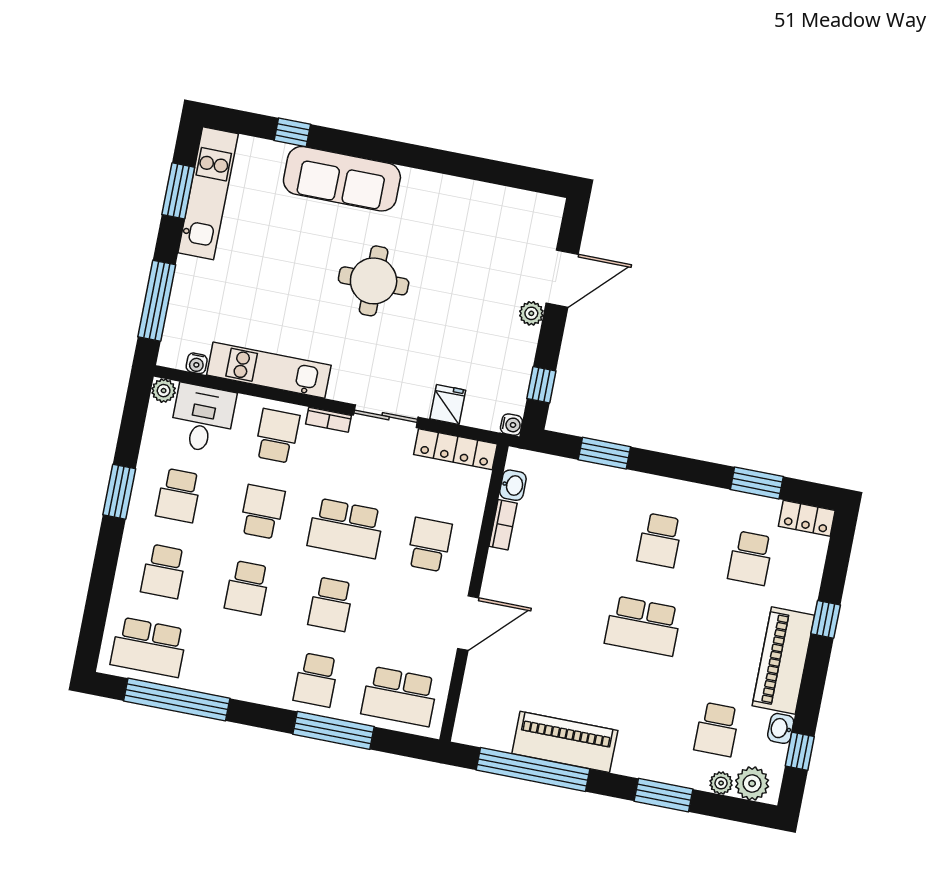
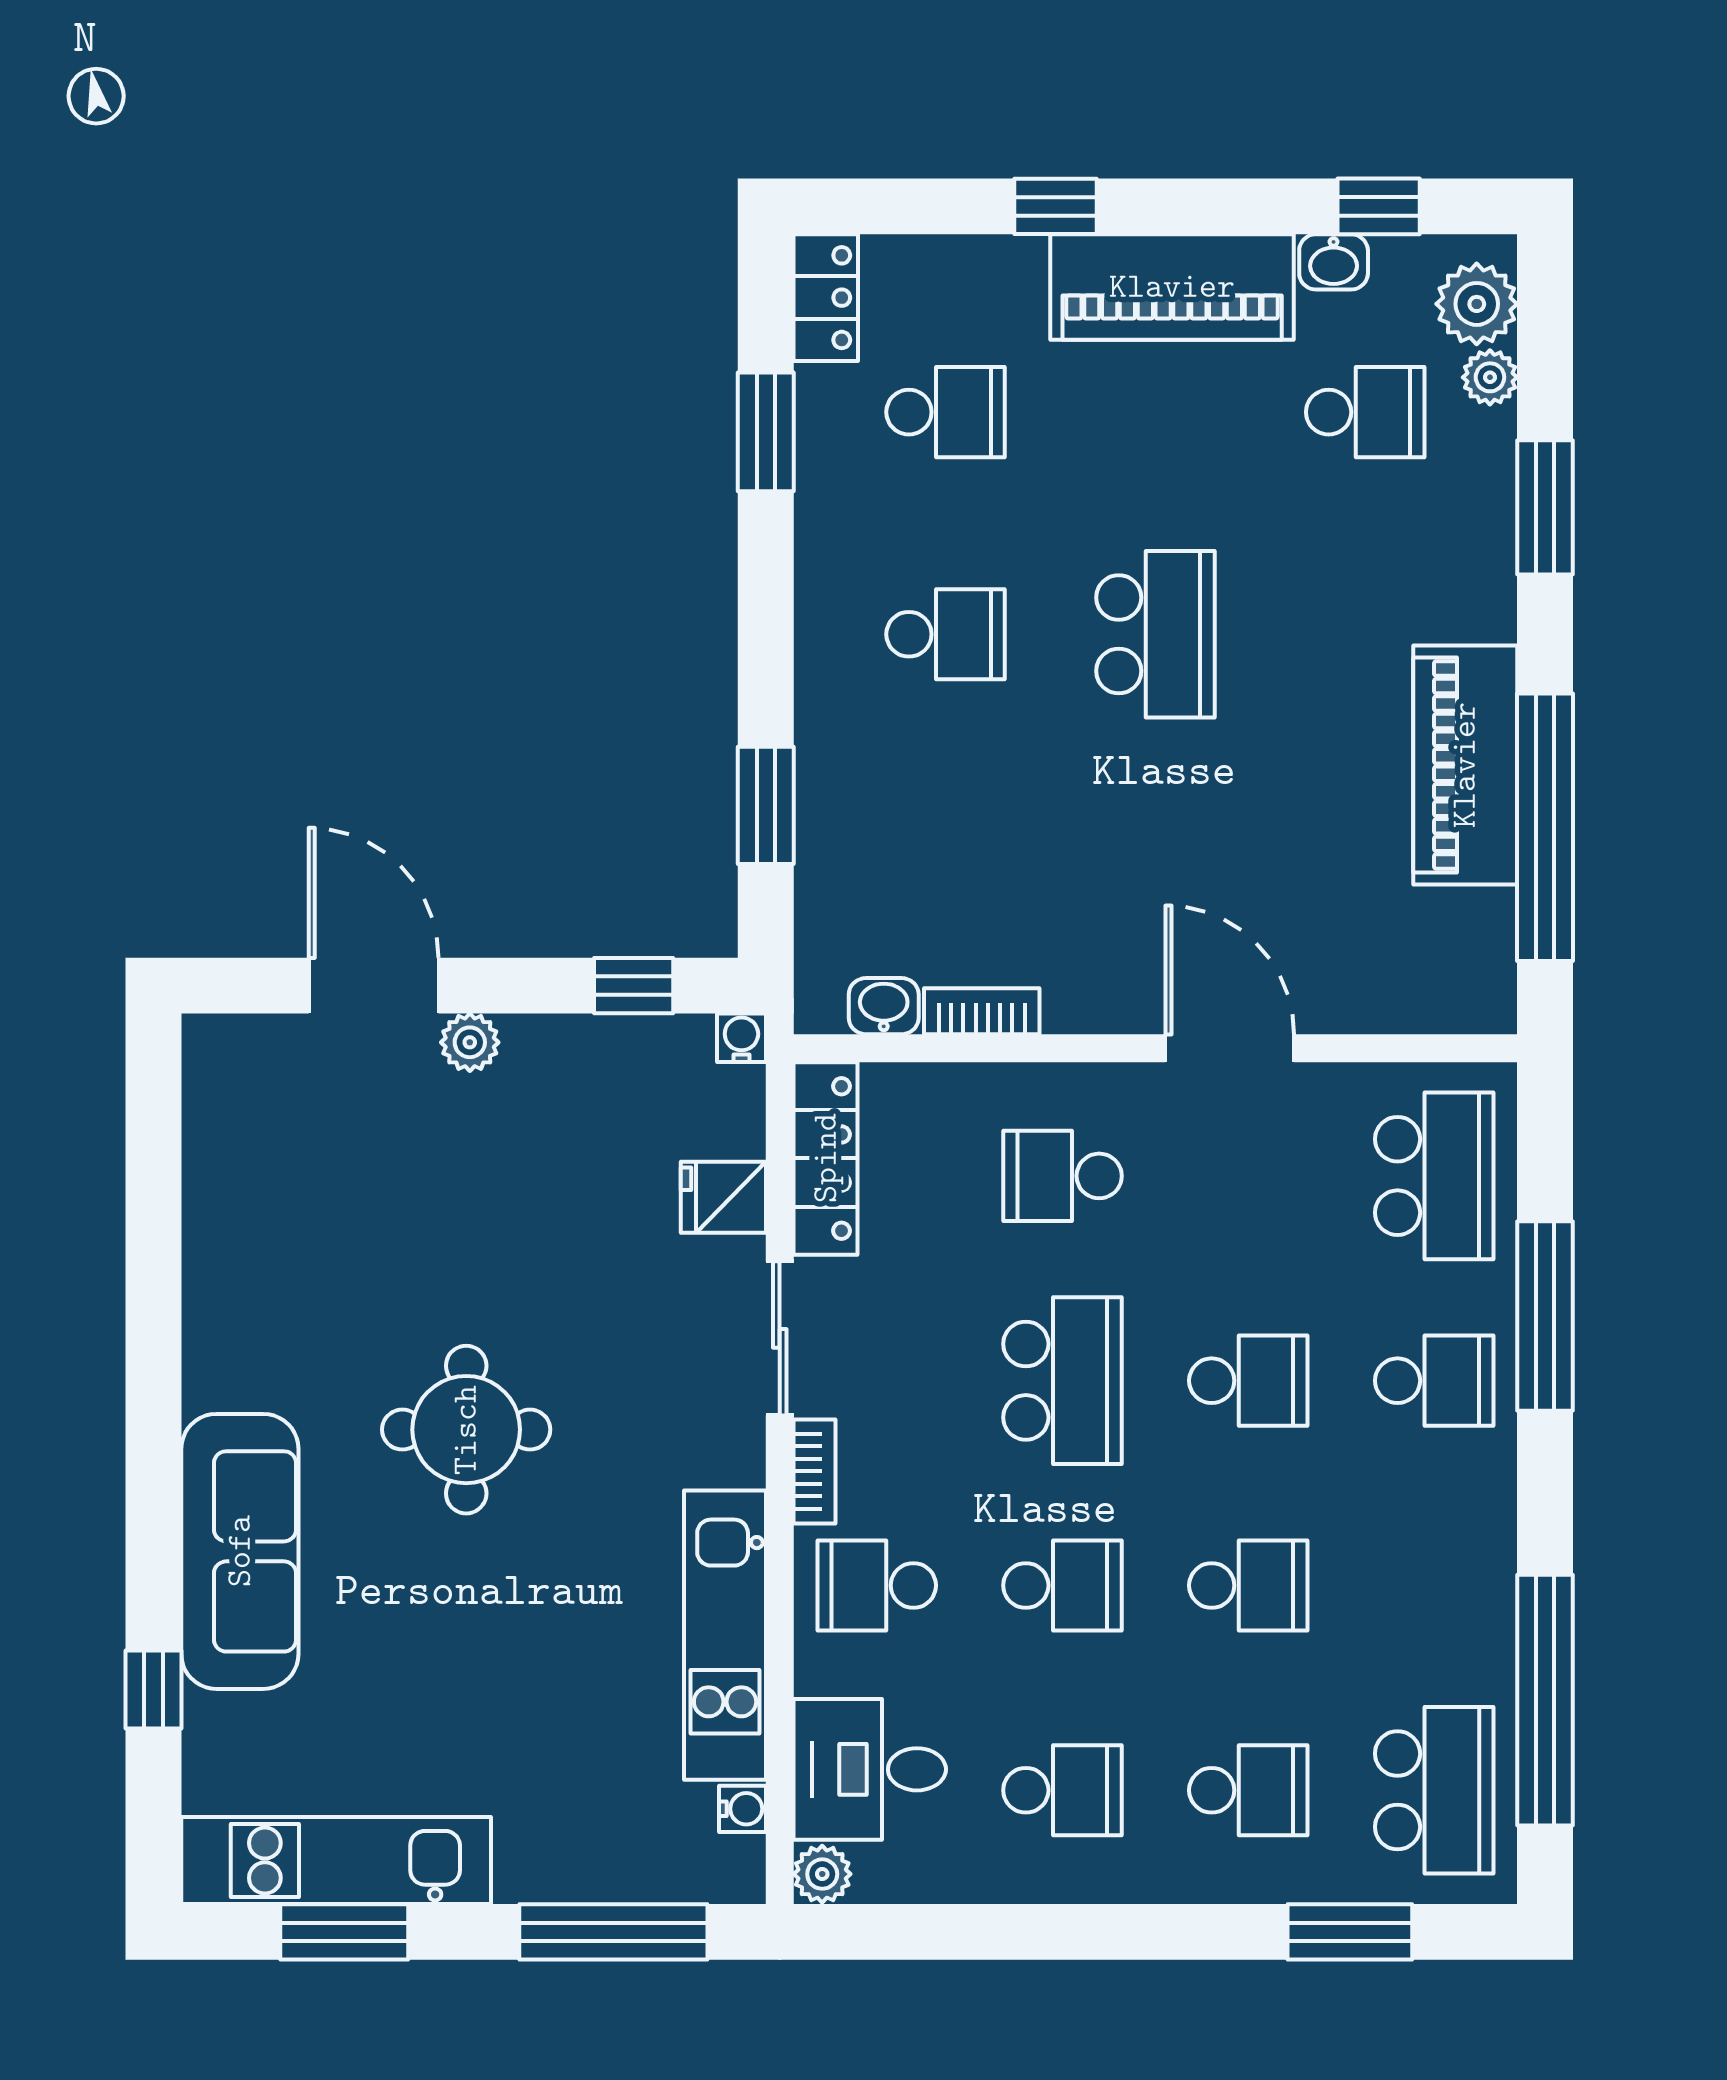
window: (119, 492) -> (1350, 1932), moved
school desk: (262, 512) -> (1063, 1585), turned 180

